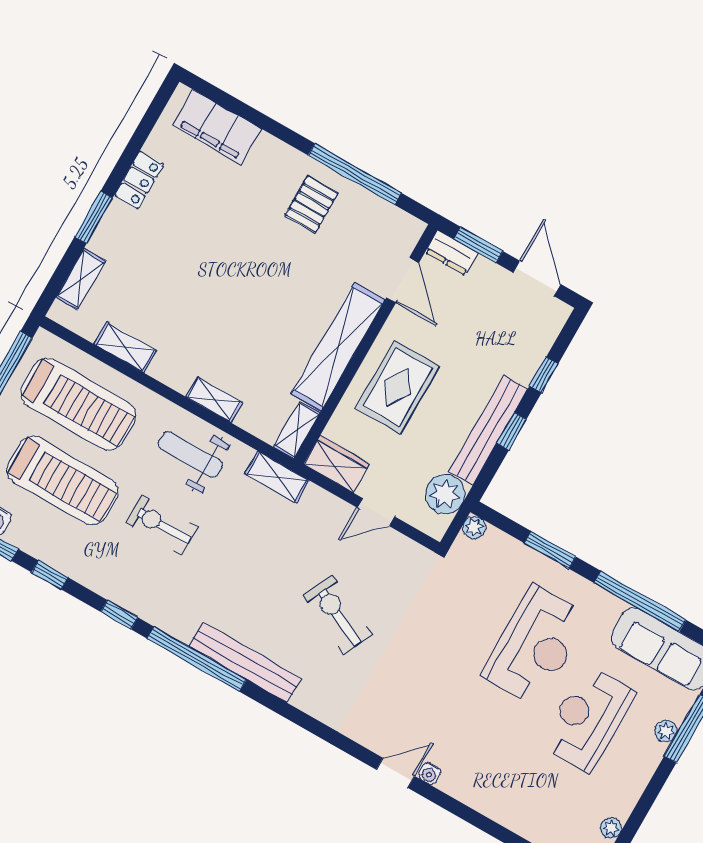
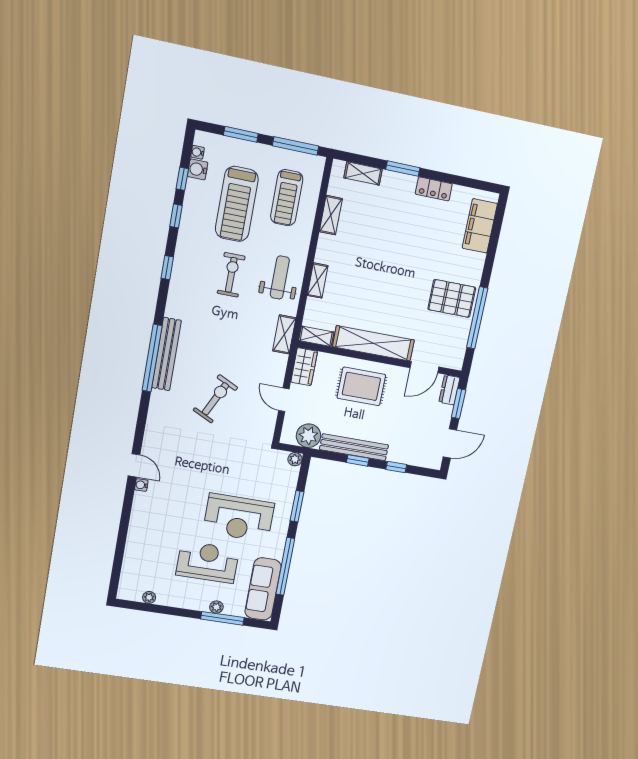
pallet: (311, 204) -> (452, 298), width x1.50, depth x1.42
treadmill: (78, 404) -> (287, 198), width x0.73, depth x0.73
window: (197, 659) -> (152, 358), moved

